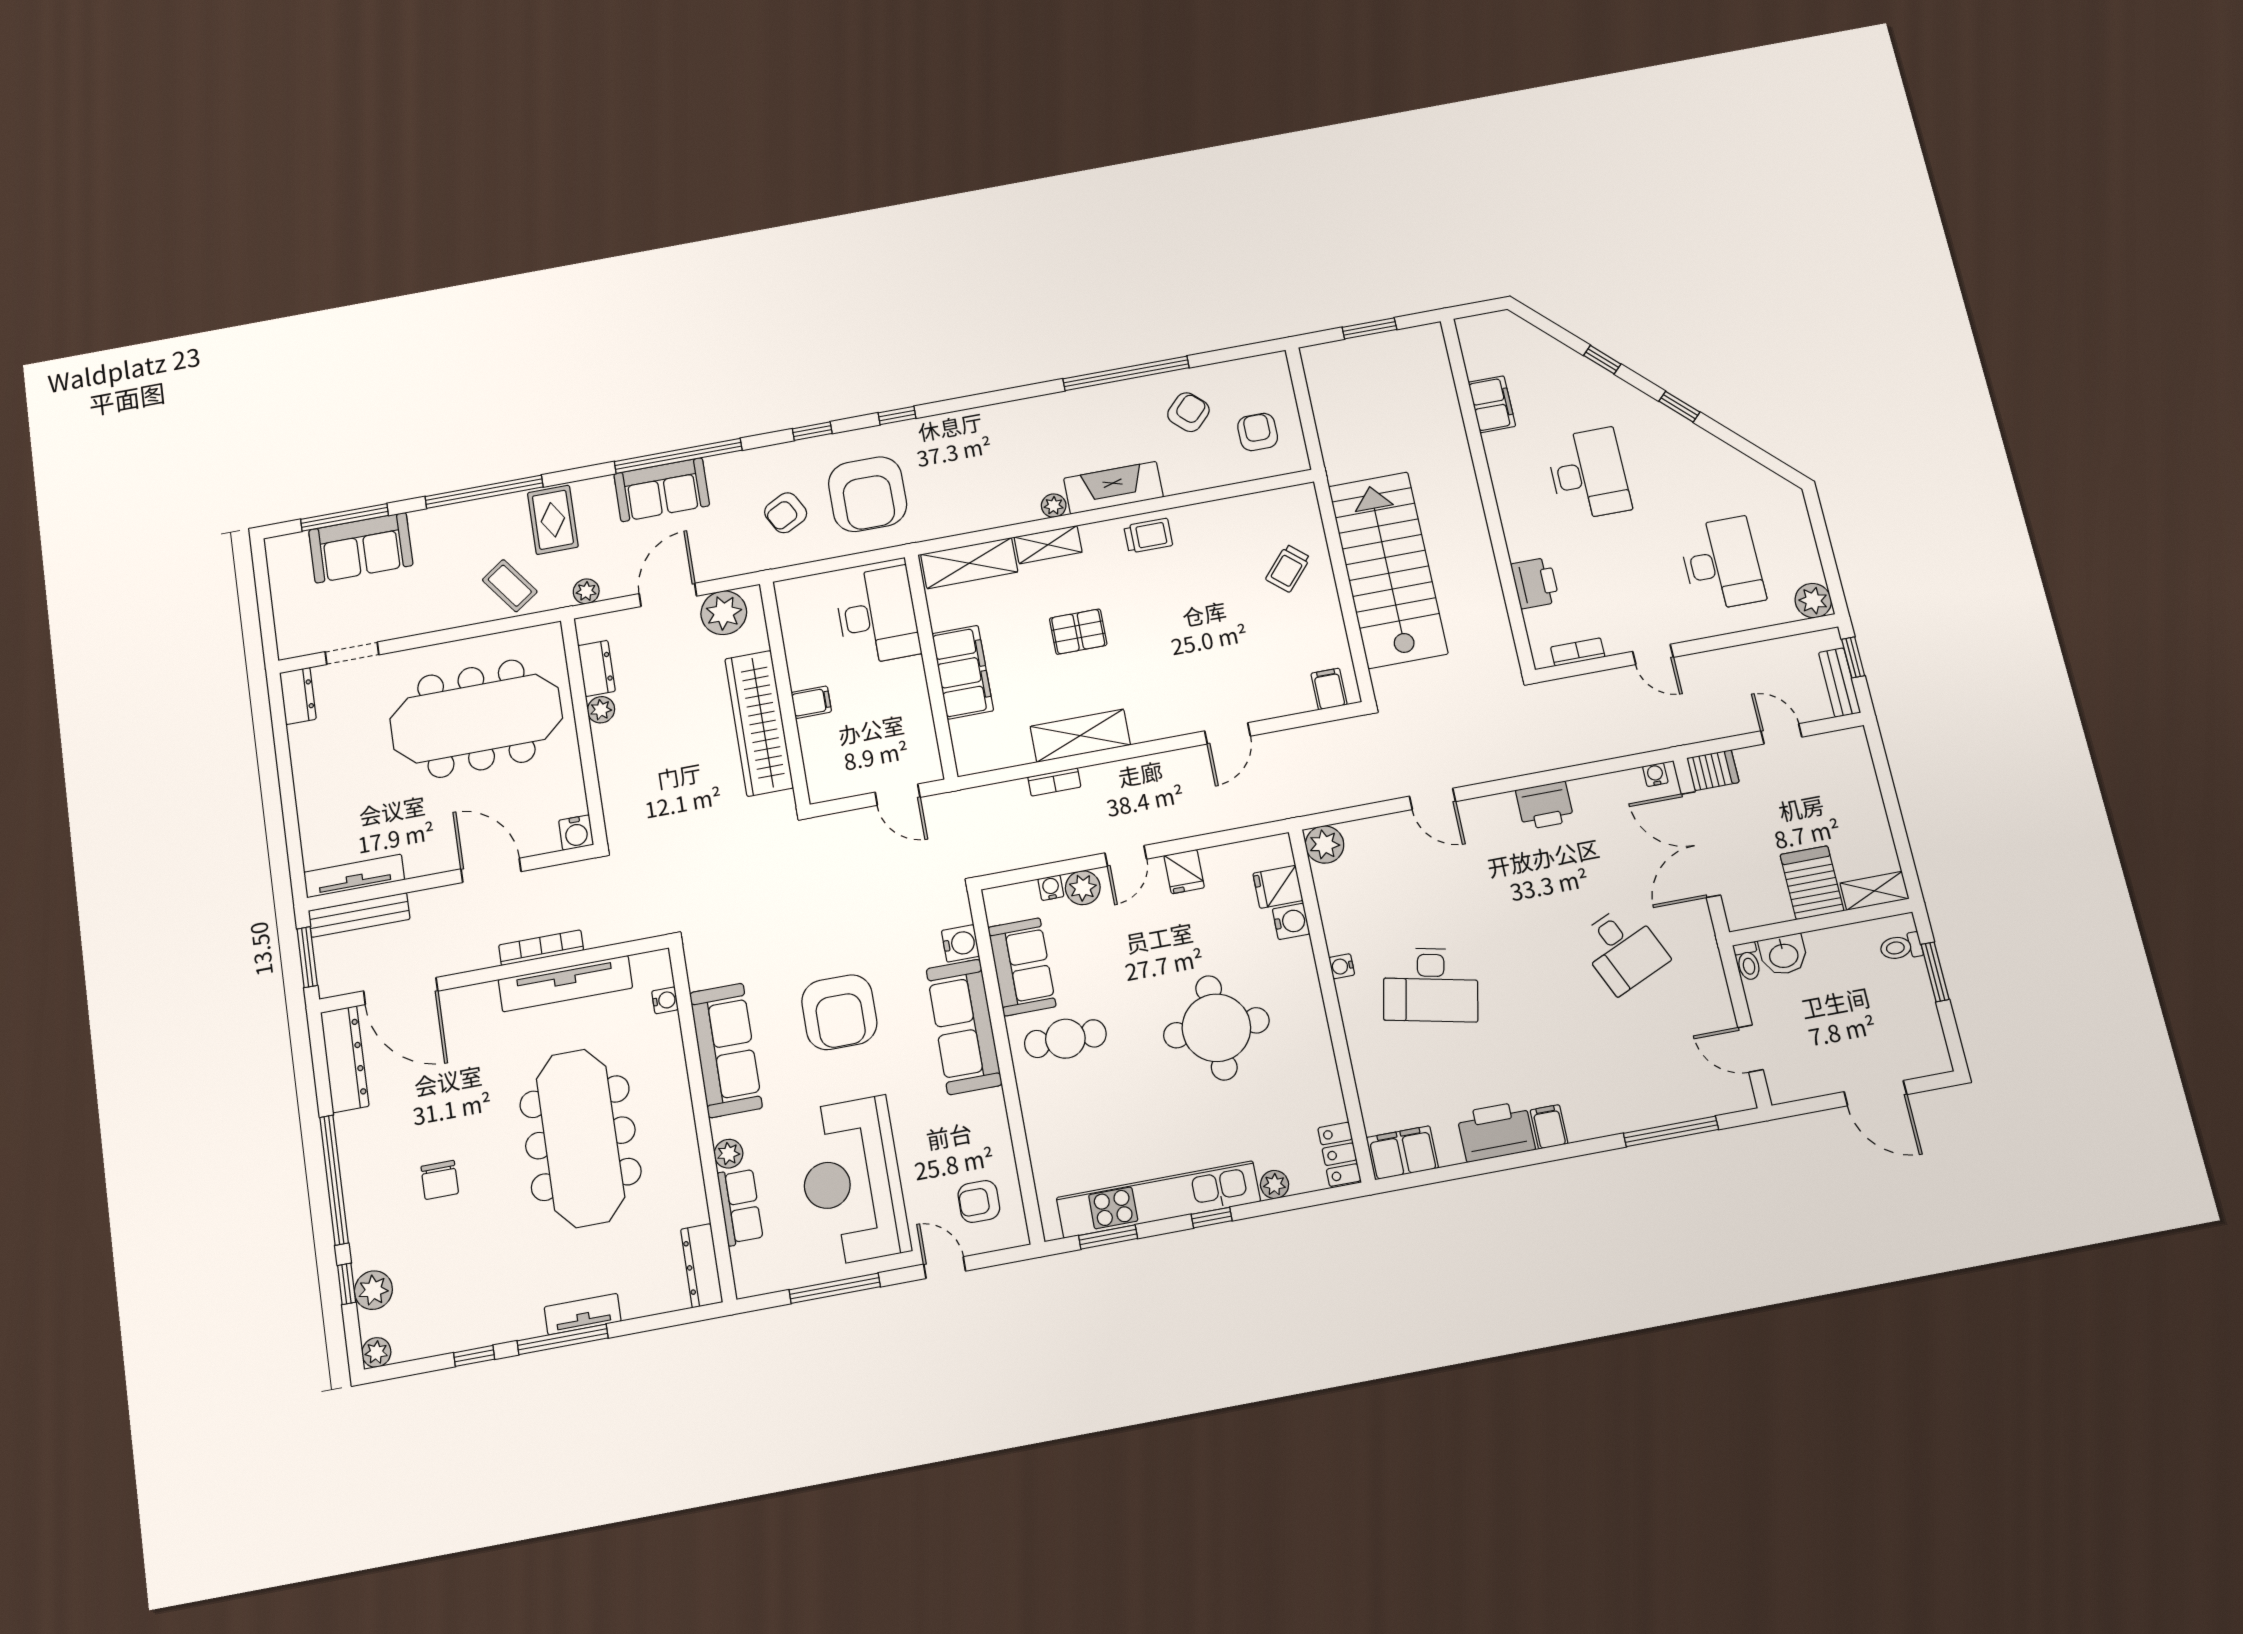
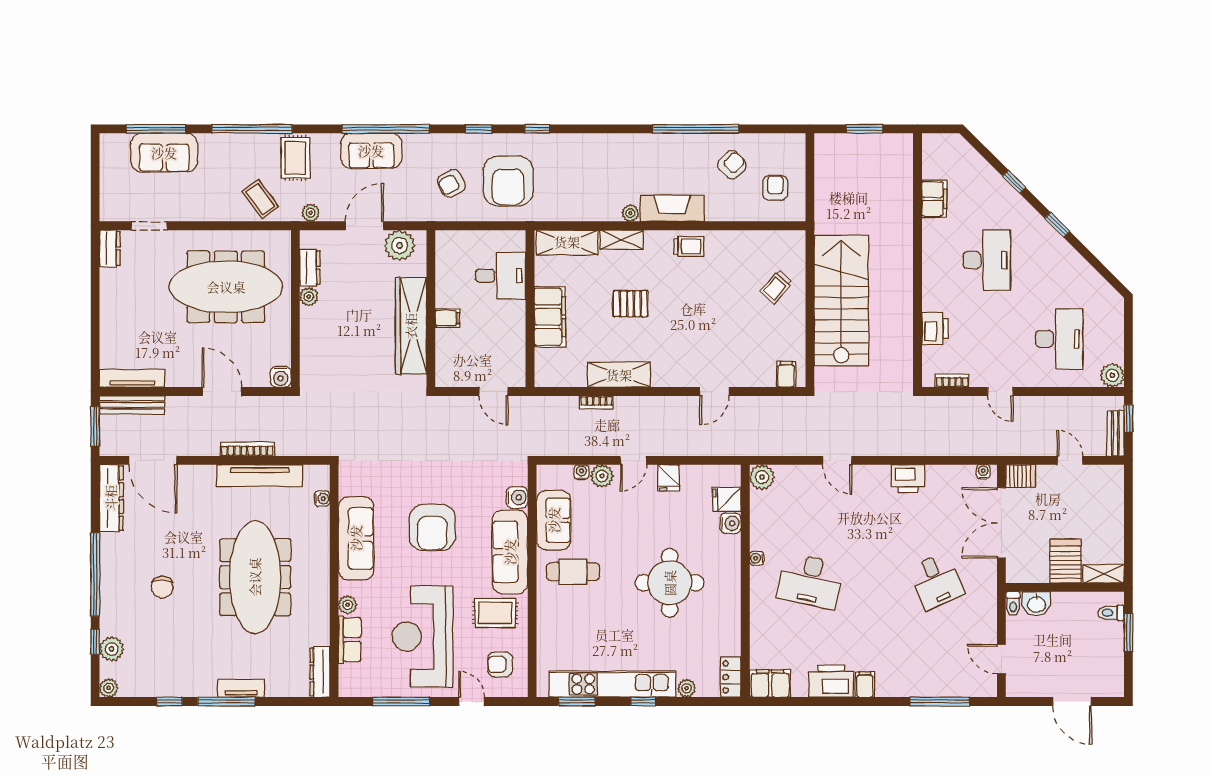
desk: (877, 616) -> (501, 276), width x0.73
rug: (958, 1124) -> (495, 613), added

